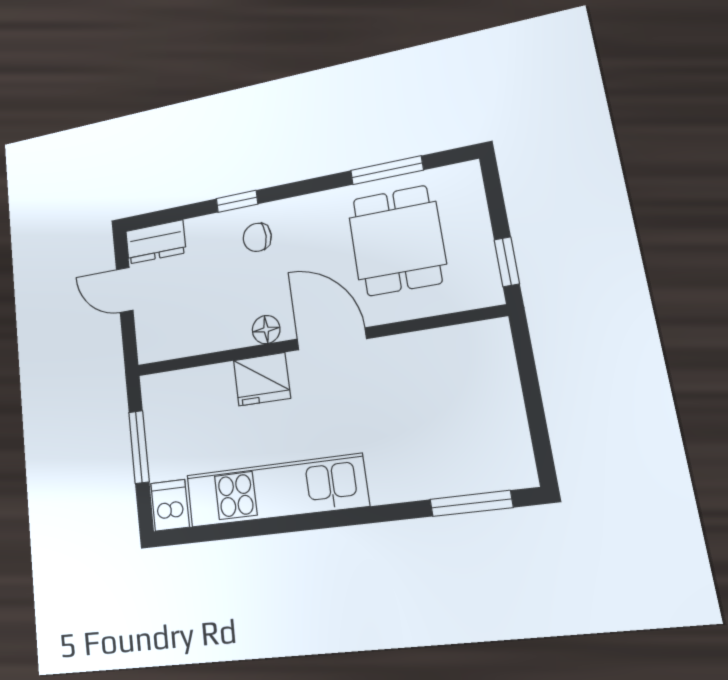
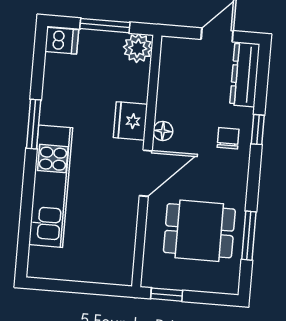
dresser: (156, 242) -> (245, 74), width x1.44
plant: (161, 393) -> (138, 48), added
kitchen unit: (276, 491) -> (51, 186), moved
window: (471, 503) -> (34, 124), moved

